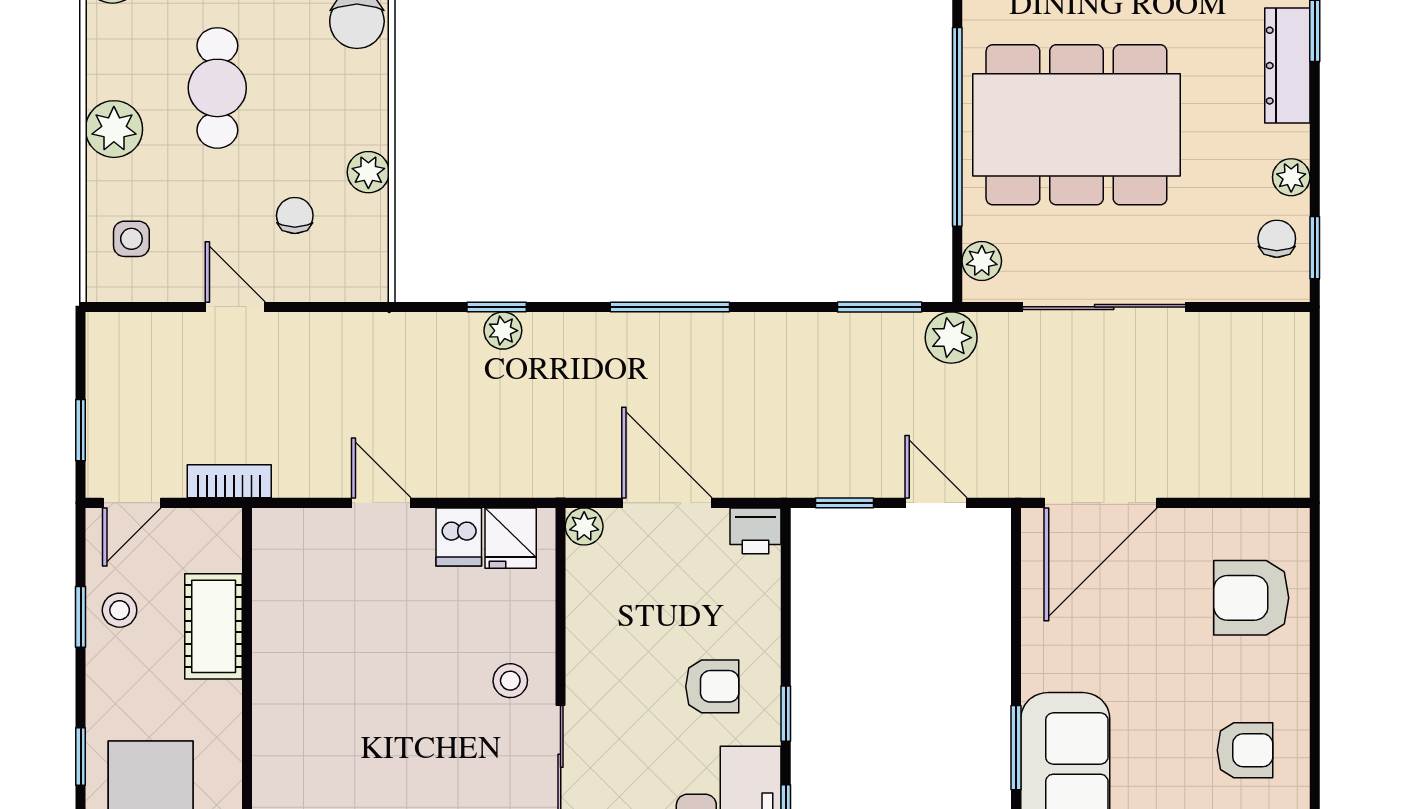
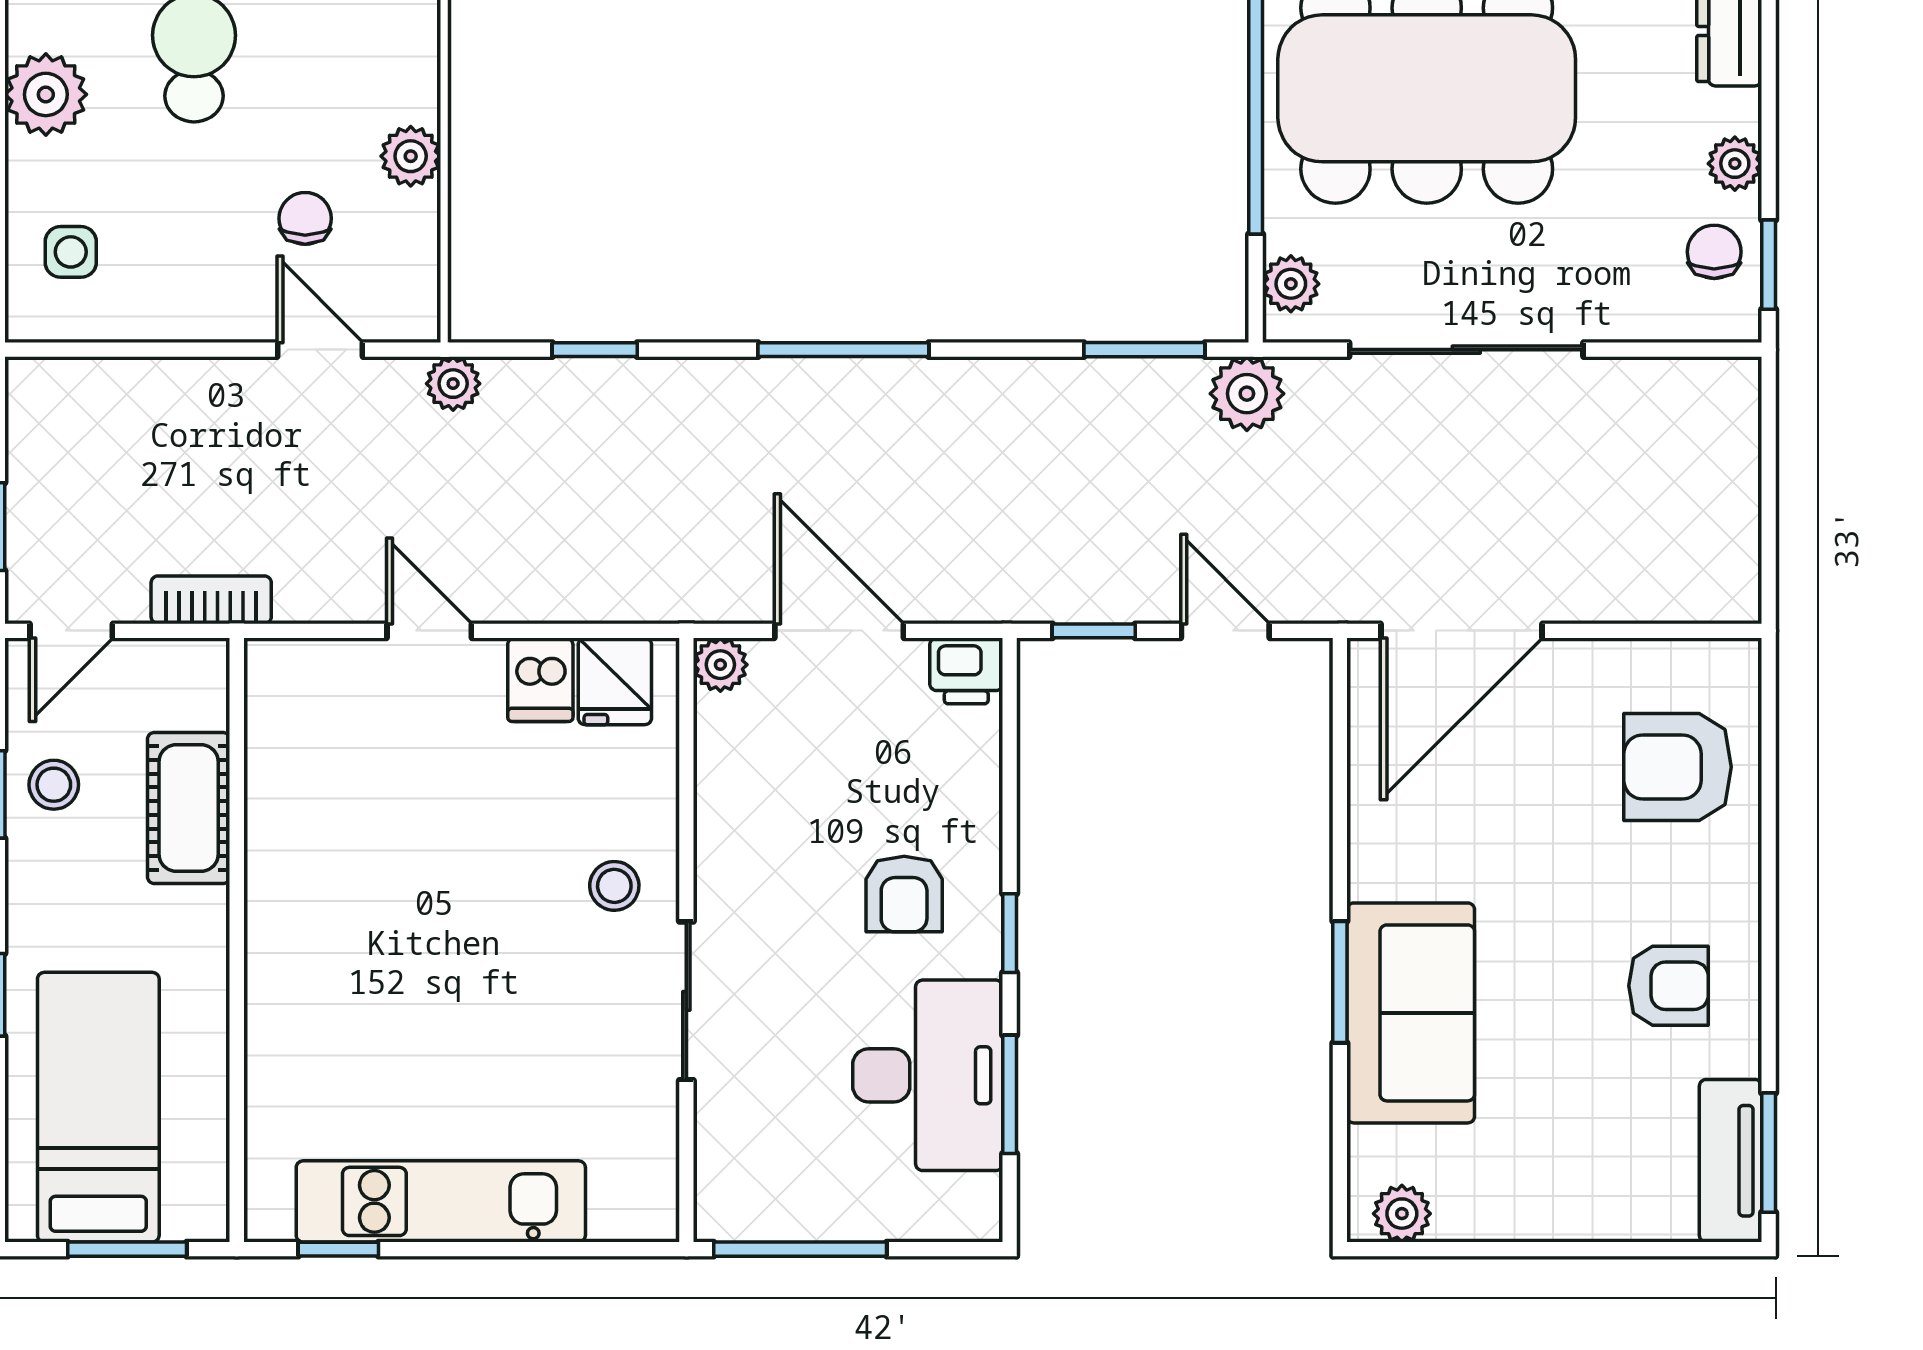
door: (235, 307) -> (320, 350), moved
plant: (503, 331) -> (453, 384), moved
armchair: (712, 686) -> (904, 894), turned 90

